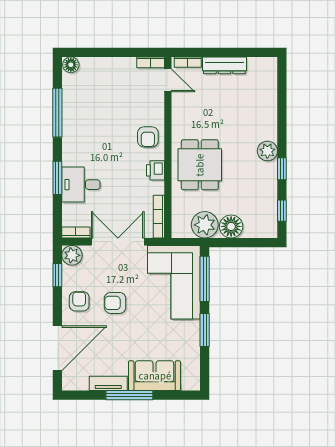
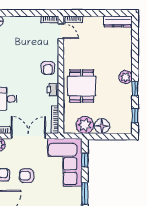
dresser: (224, 65) -> (118, 21), moved
window: (205, 279) -> (85, 160), width x0.46

